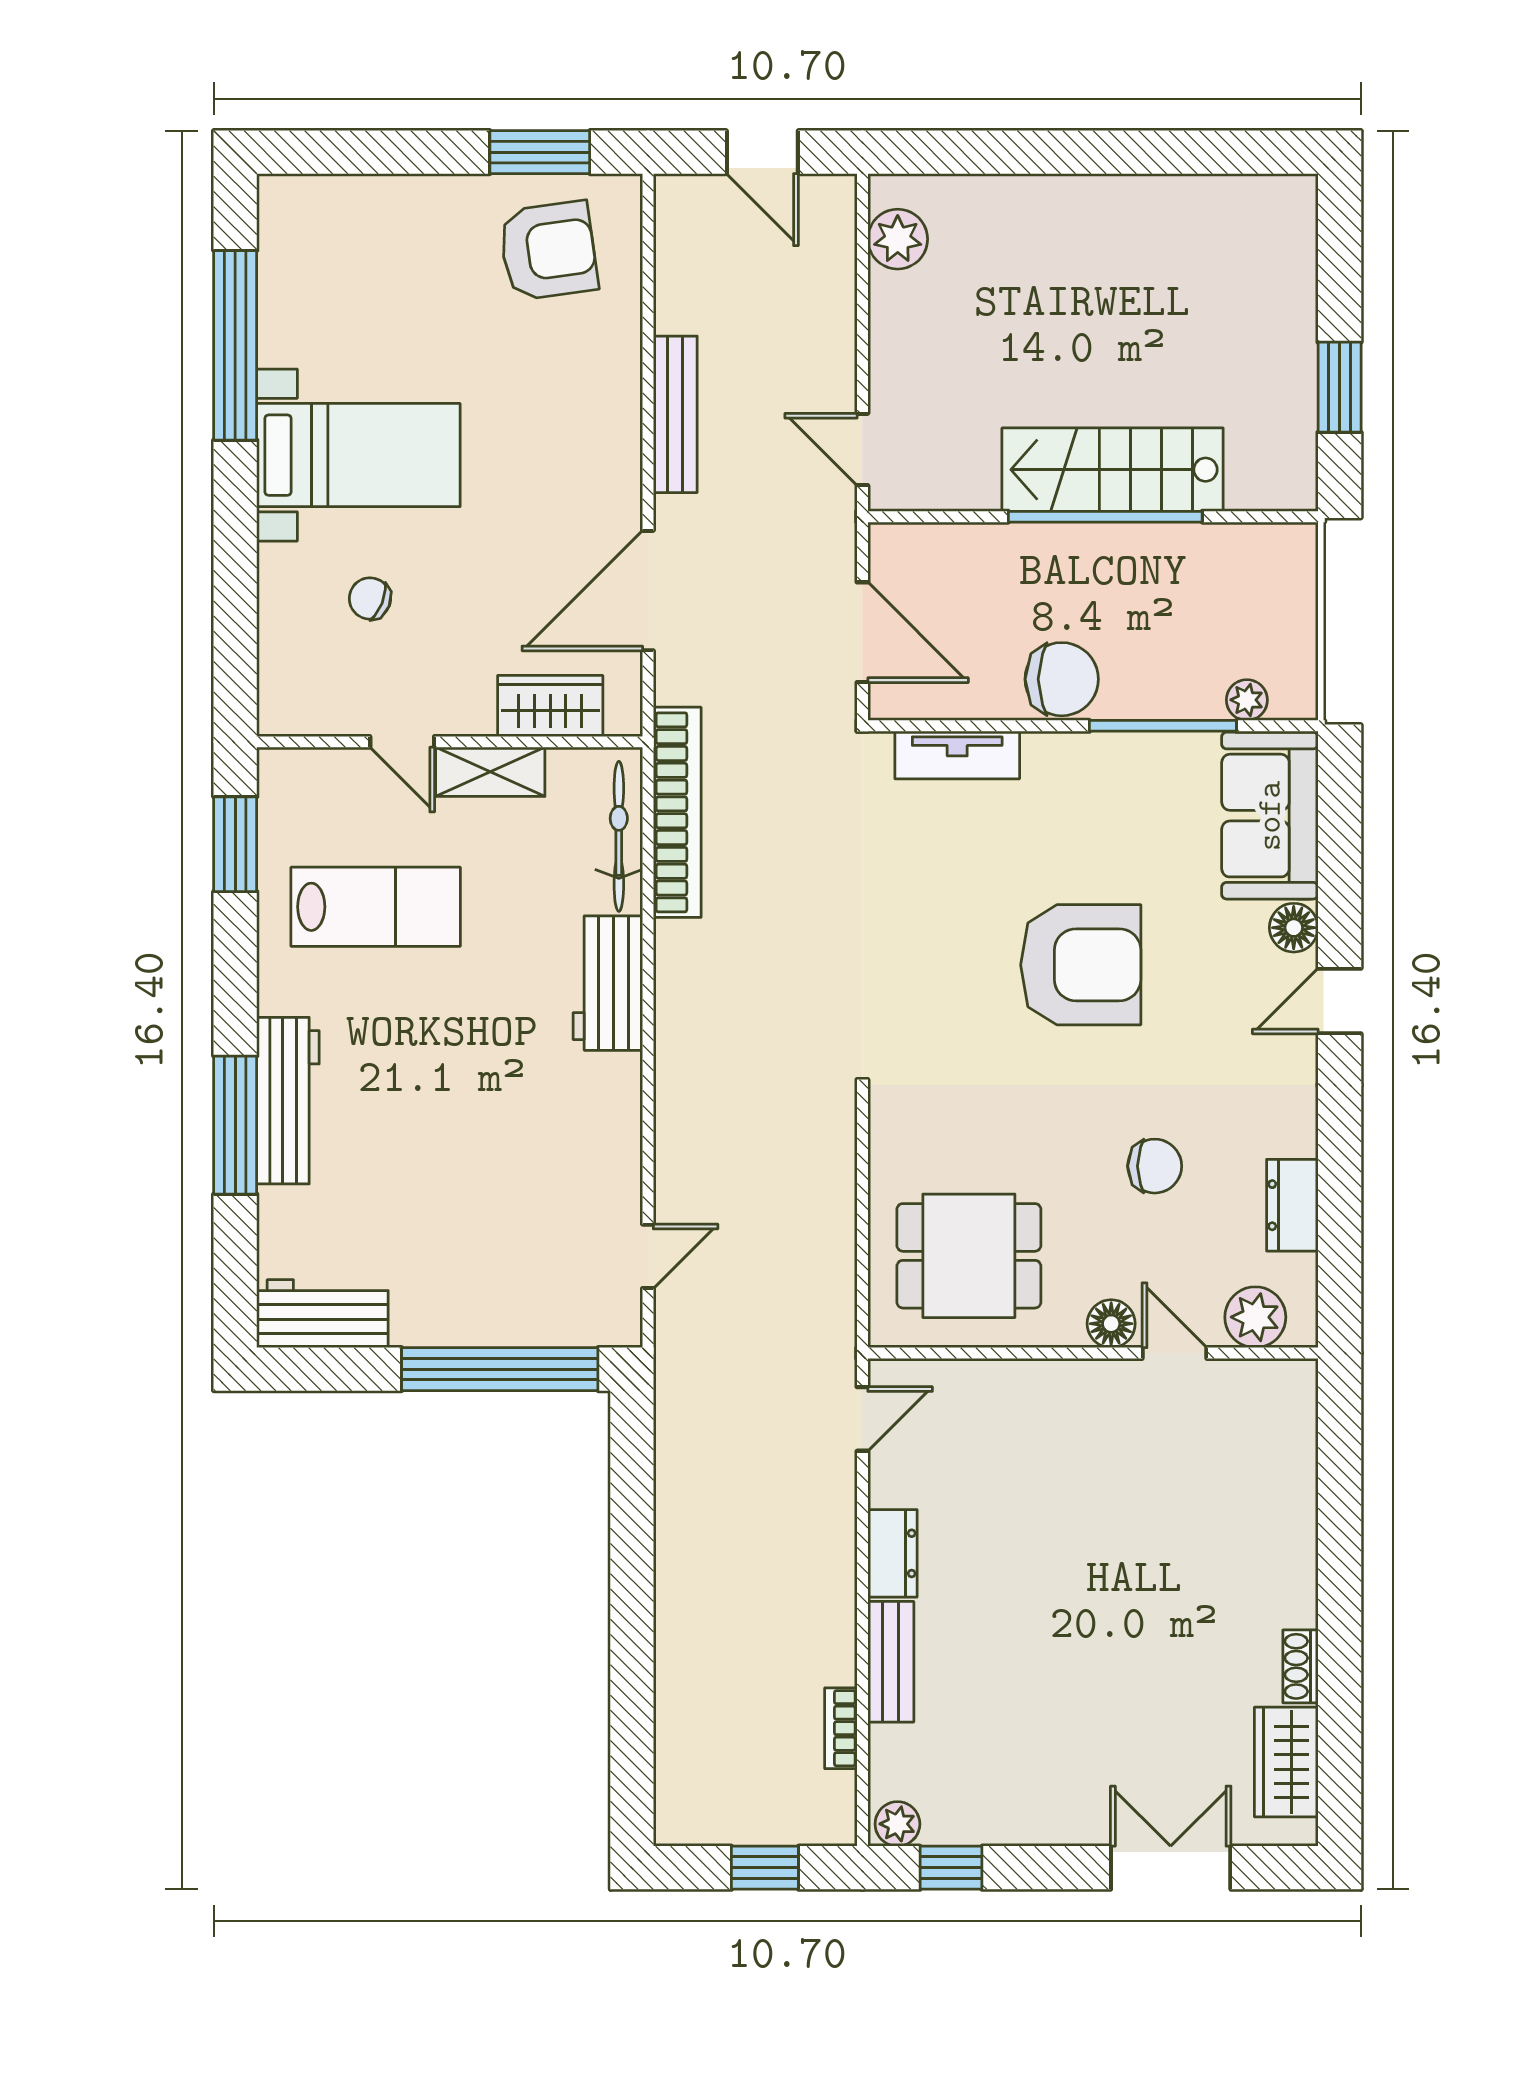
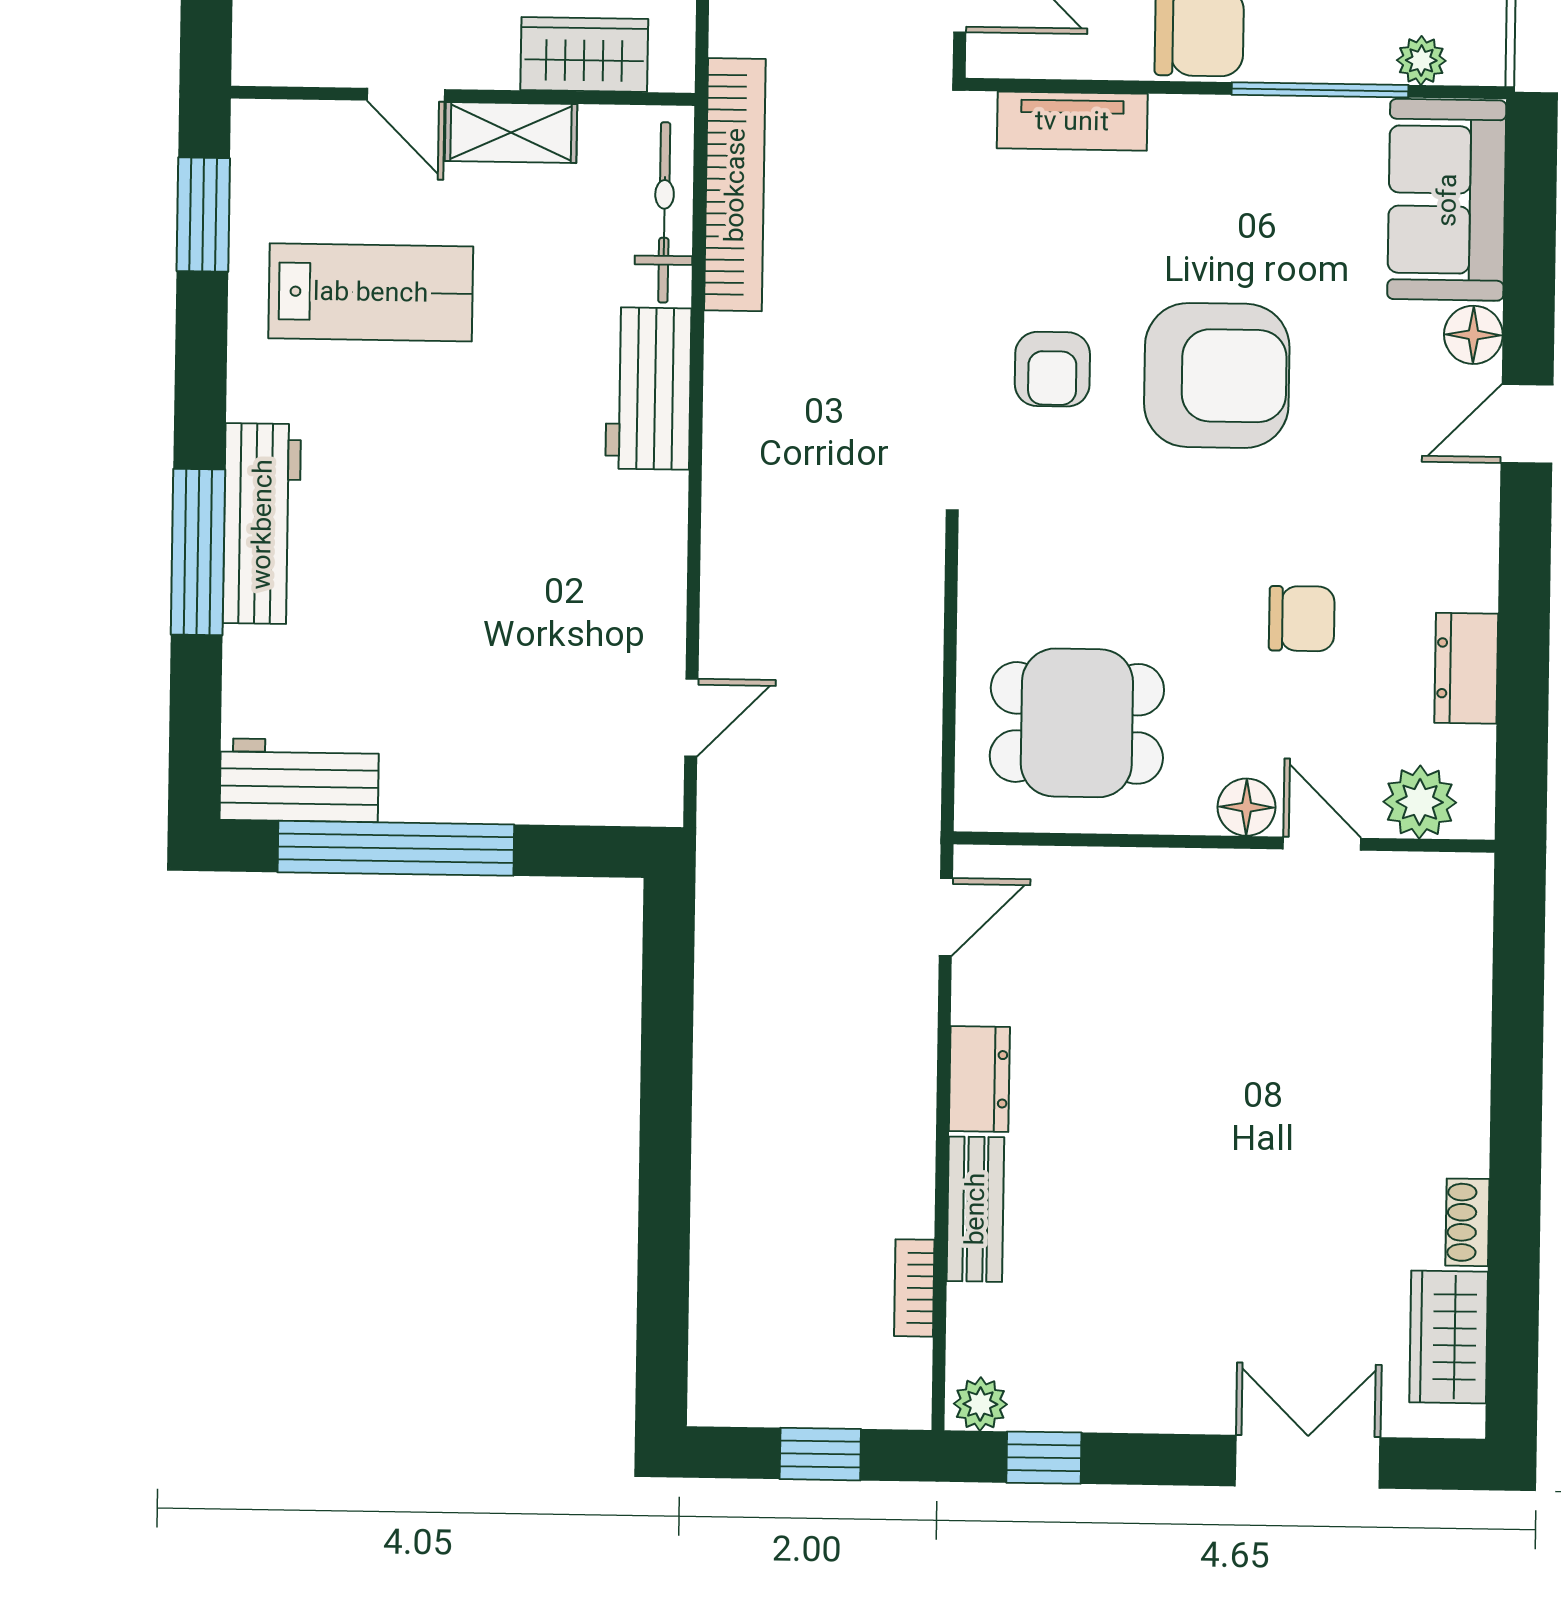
armchair: (944, 962) -> (1052, 369), added
window: (500, 1369) -> (396, 848), moved

